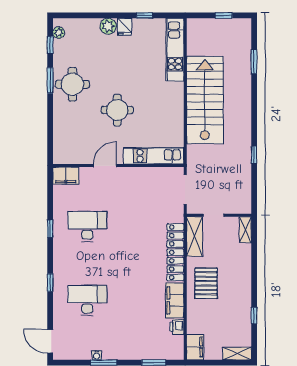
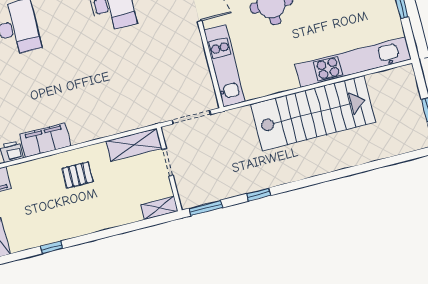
kitchen unit: (175, 50) -> (353, 62), width x1.36
window: (254, 62) -> (206, 208), moved
locker: (175, 252) -> (107, 125), removed
pallet: (206, 283) -> (77, 175), width x0.67, depth x0.71

